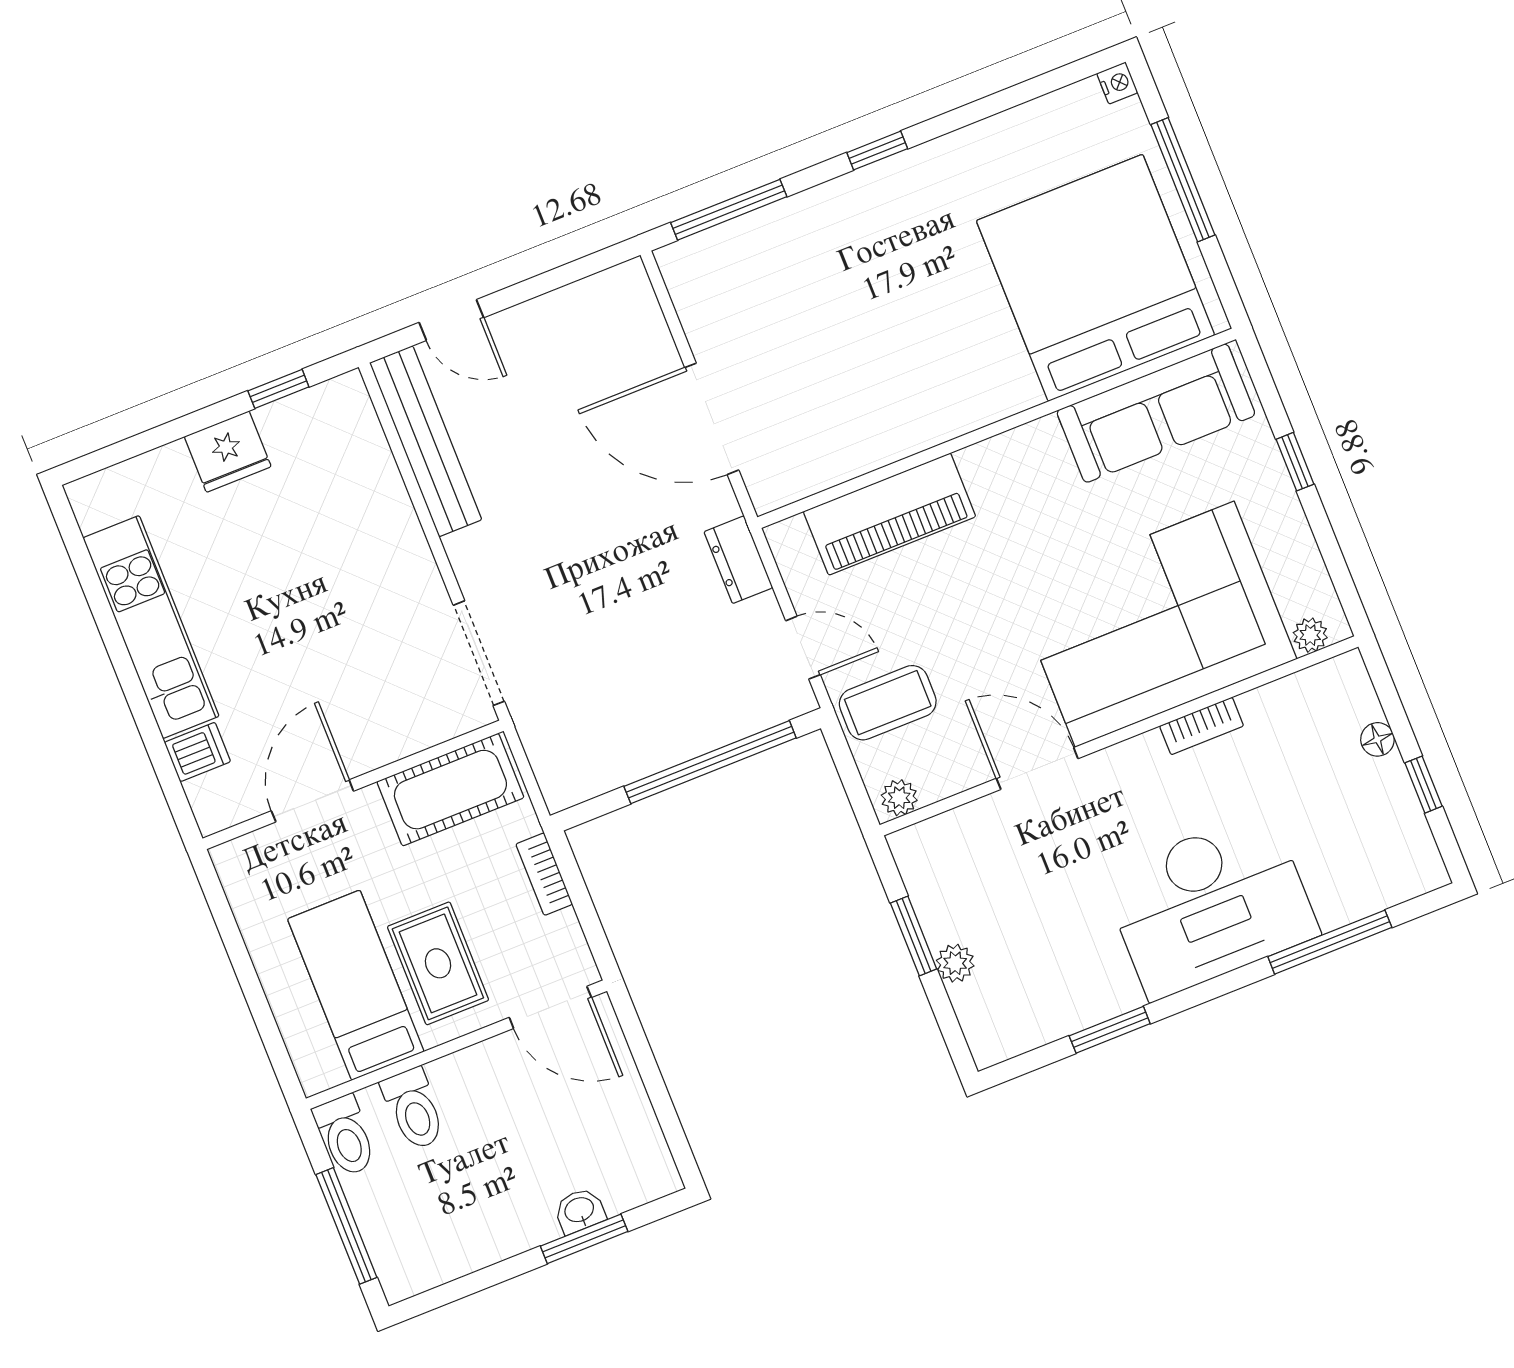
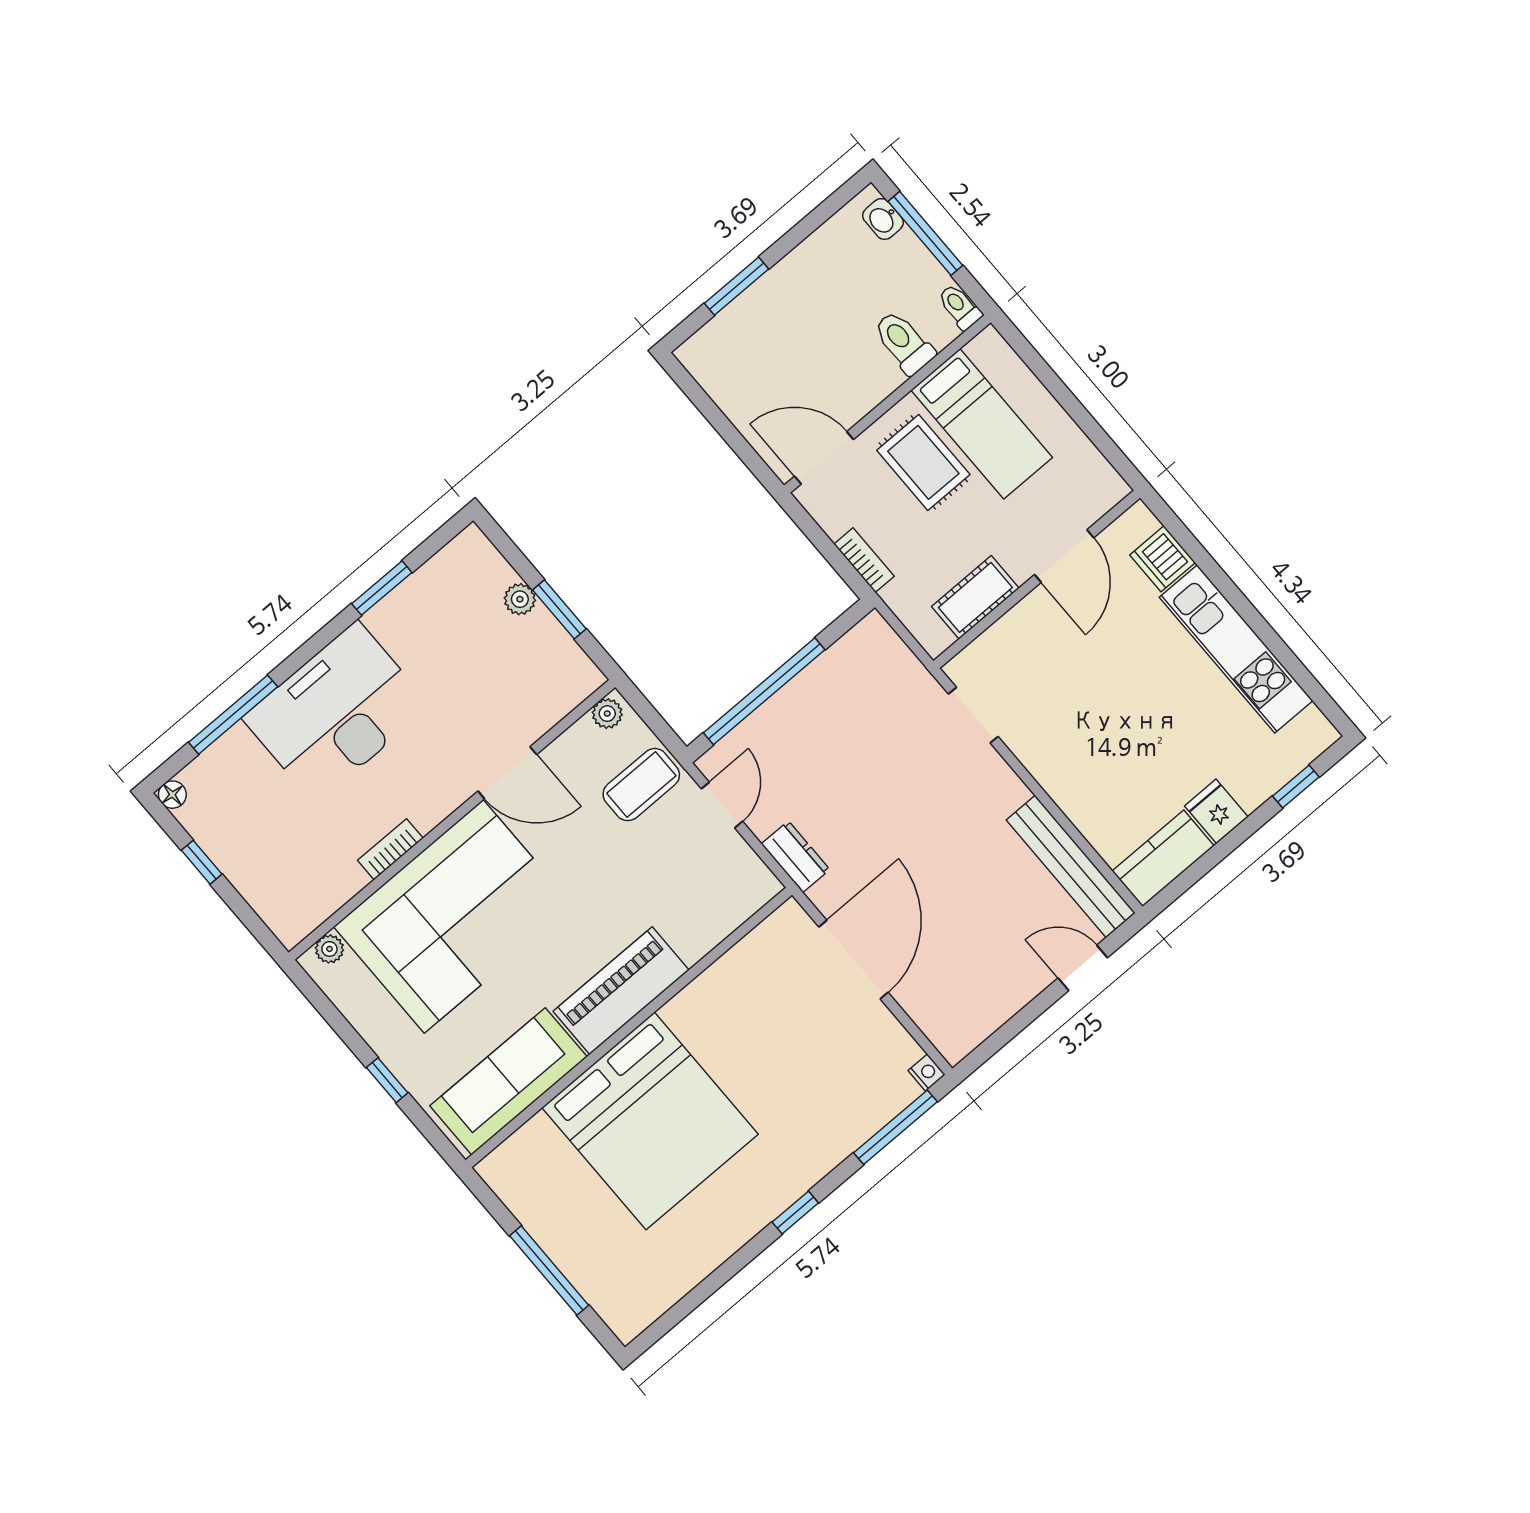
nightstand: (1117, 83) -> (927, 1073), moved, turned 180
bed: (1096, 278) -> (650, 1121), moved
window: (278, 389) -> (1296, 786), moved
kitchen counter: (316, 415) -> (1163, 858), added
door: (712, 419) -> (853, 960), hinge flipped
fridge: (228, 452) -> (1216, 811), width x0.72
piano: (890, 514) -> (621, 991), moved
door: (803, 648) -> (722, 805), swing flipped
doorway: (479, 653) -> (973, 715), width x0.73
floor lamp: (1377, 739) -> (172, 795), moved
dishwasher: (197, 752) -> (1162, 559), width x1.38
cot: (450, 790) -> (975, 597), width x0.73, depth x0.75
toilet: (345, 1136) -> (960, 307), width x0.73, depth x0.72
washbasin: (580, 1211) -> (883, 219), moved, turned 90

